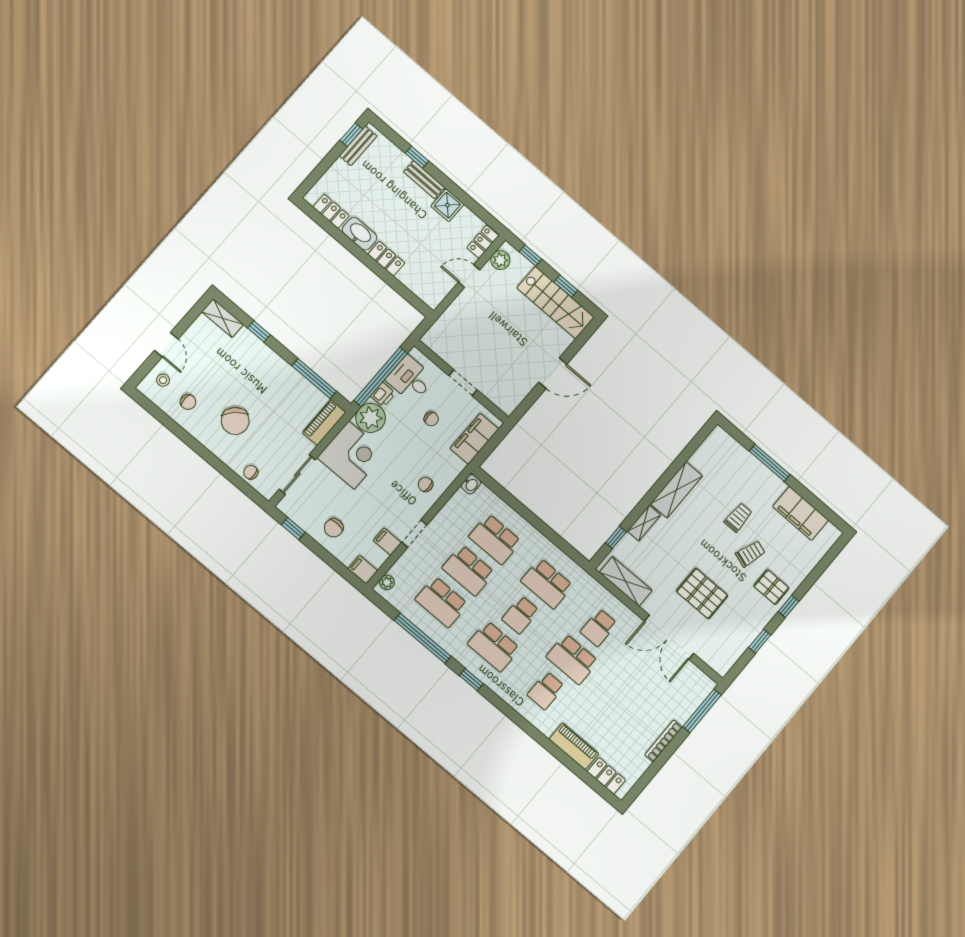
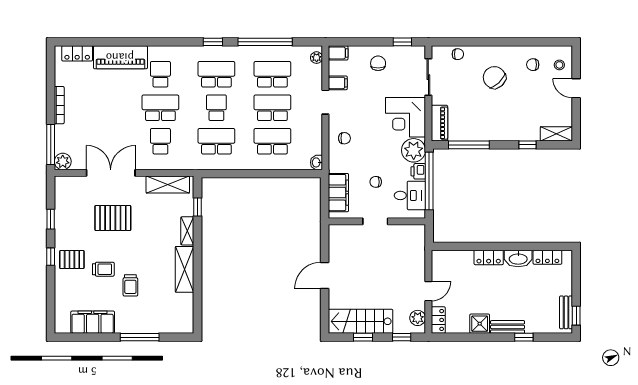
trolley: (750, 554) -> (103, 269), turned -108
plant: (704, 685) -> (63, 161), added
piano: (574, 746) -> (120, 57), width x1.37, depth x1.33

